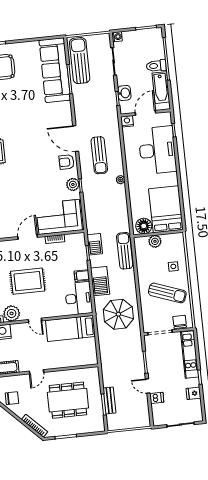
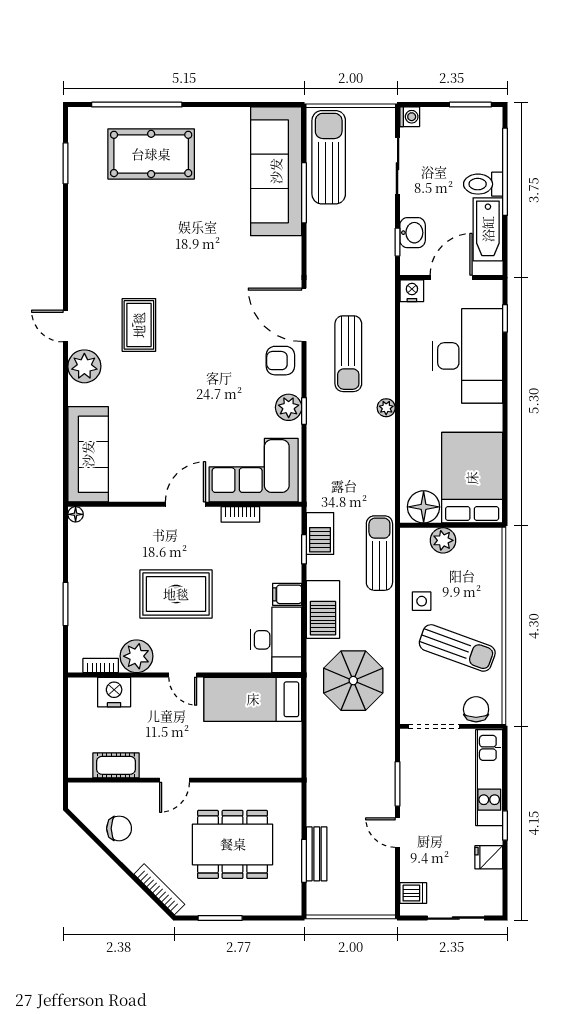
side table: (173, 266) -> (422, 601), moved
dishwasher: (157, 398) -> (413, 893), moved

